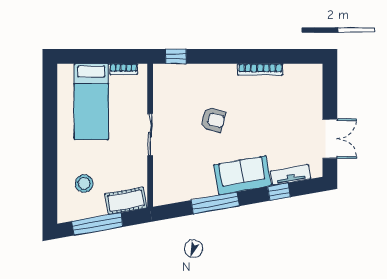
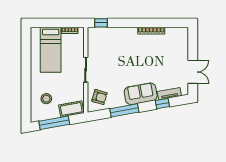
armchair: (213, 120) -> (99, 97), moved

